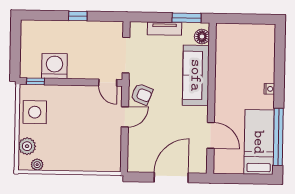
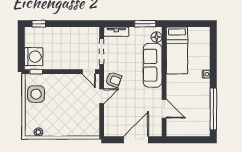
window: (78, 16) -> (39, 24), moved
tv unit: (165, 29) -> (116, 32), moved
washing machine: (54, 66) -> (34, 57), moved, turned 90
bed: (259, 142) -> (177, 50), moved, turned 180
plant: (27, 146) -> (31, 119), removed

